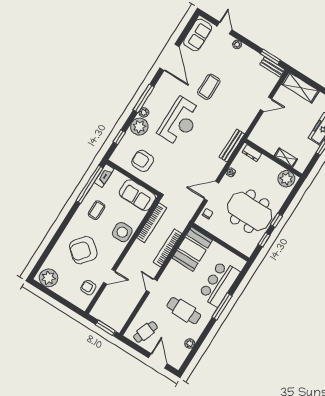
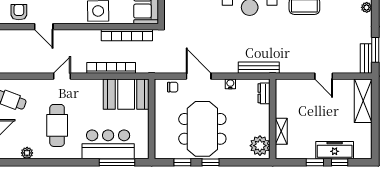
window: (222, 307) -> (117, 162), moved

